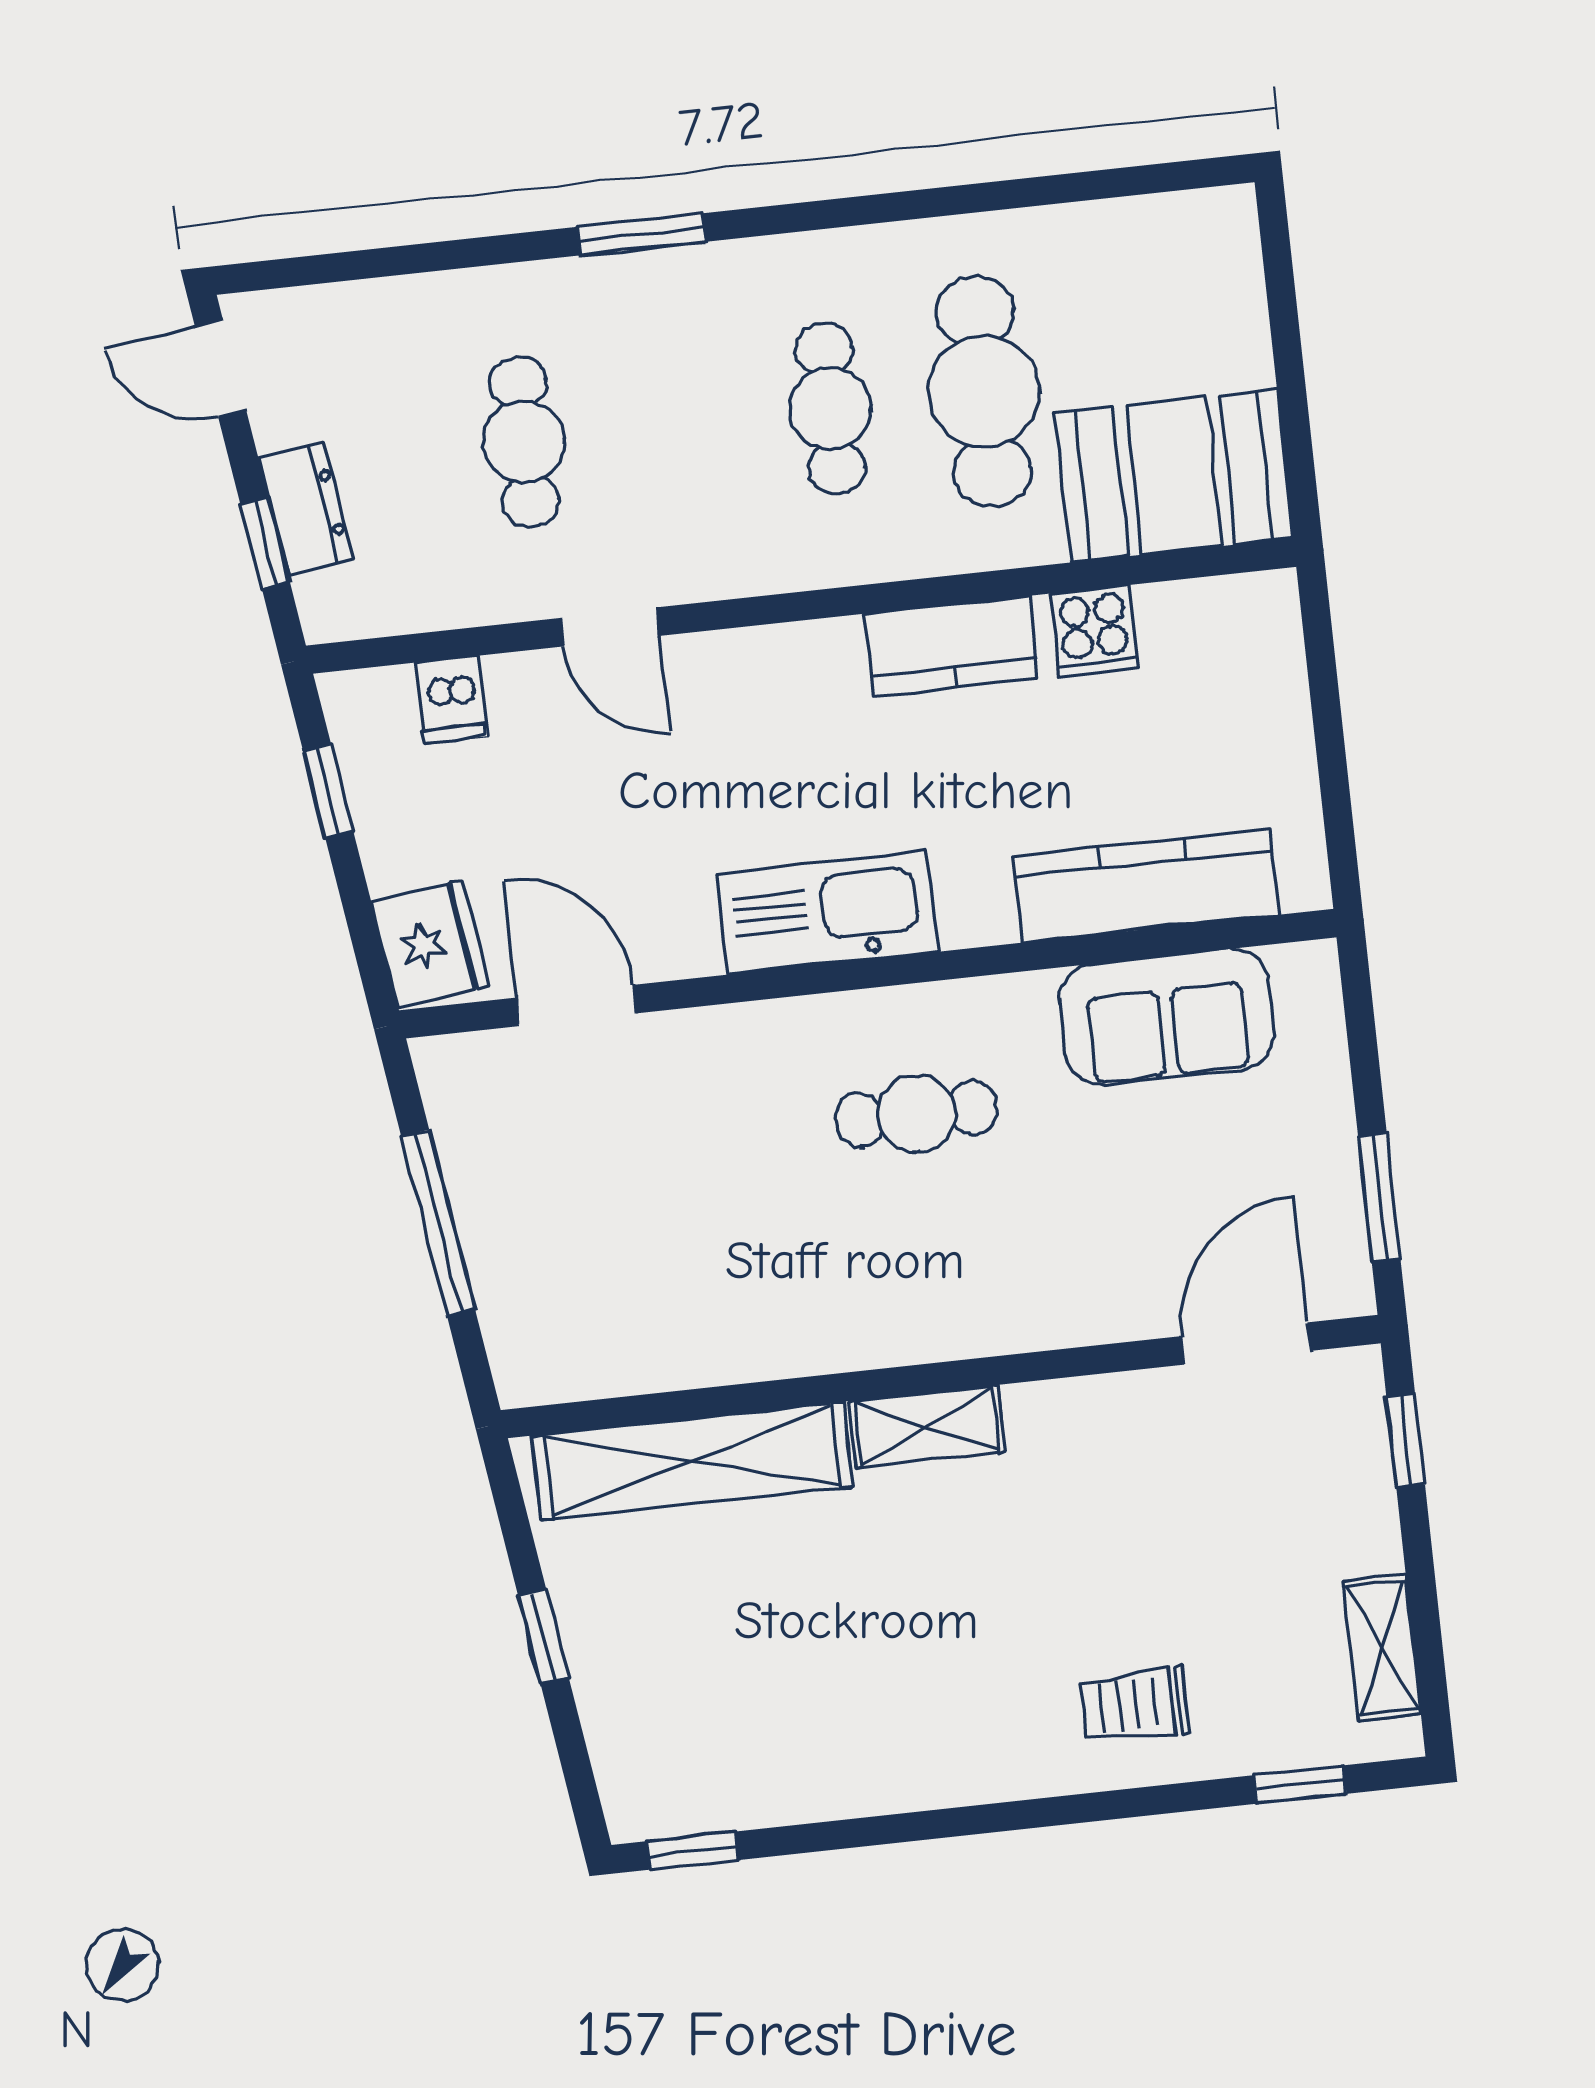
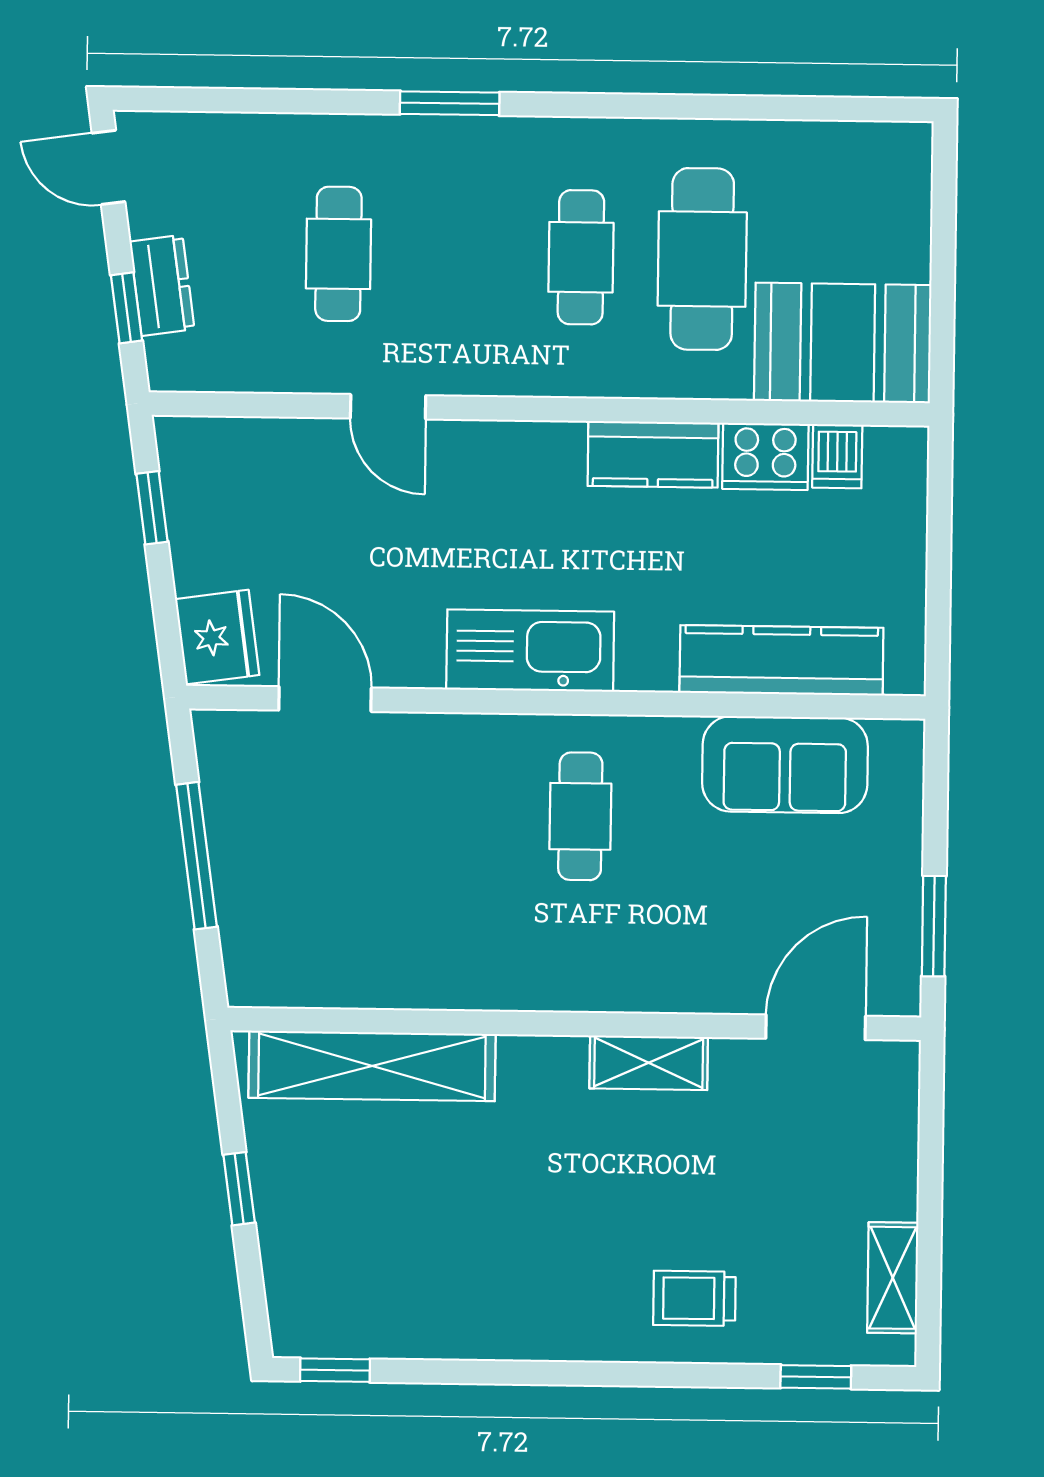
cooker: (1094, 631) -> (765, 456), width x1.36
dishwasher: (451, 699) -> (837, 456), moved
cafe table: (916, 1114) -> (580, 816), turned 90
shelving: (927, 1426) -> (649, 1063), moved
window: (1406, 1440) -> (931, 1118), removed

